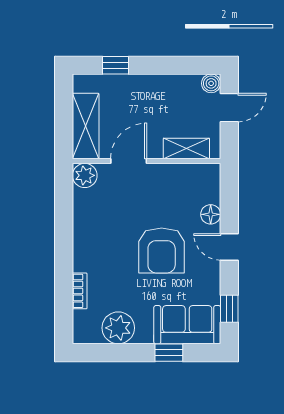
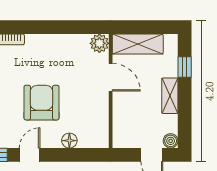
shelving: (186, 148) -> (170, 96), moved
door: (229, 247) -> (30, 155), moved
armchair: (162, 250) -> (42, 103), turned 90

